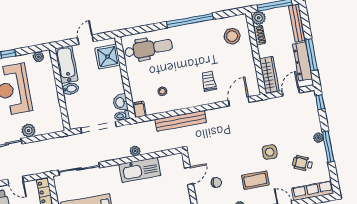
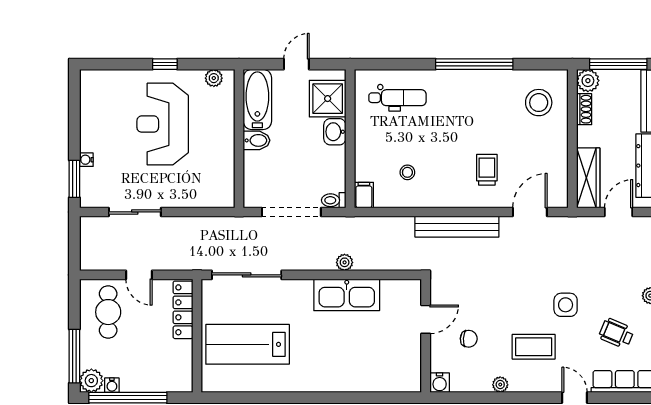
dental chair: (149, 49) -> (398, 98), width x0.73, depth x0.72
washbasin: (120, 102) -> (335, 132), moved
bench: (181, 121) -> (457, 227), moved
plant: (28, 131) -> (175, 197), removed

